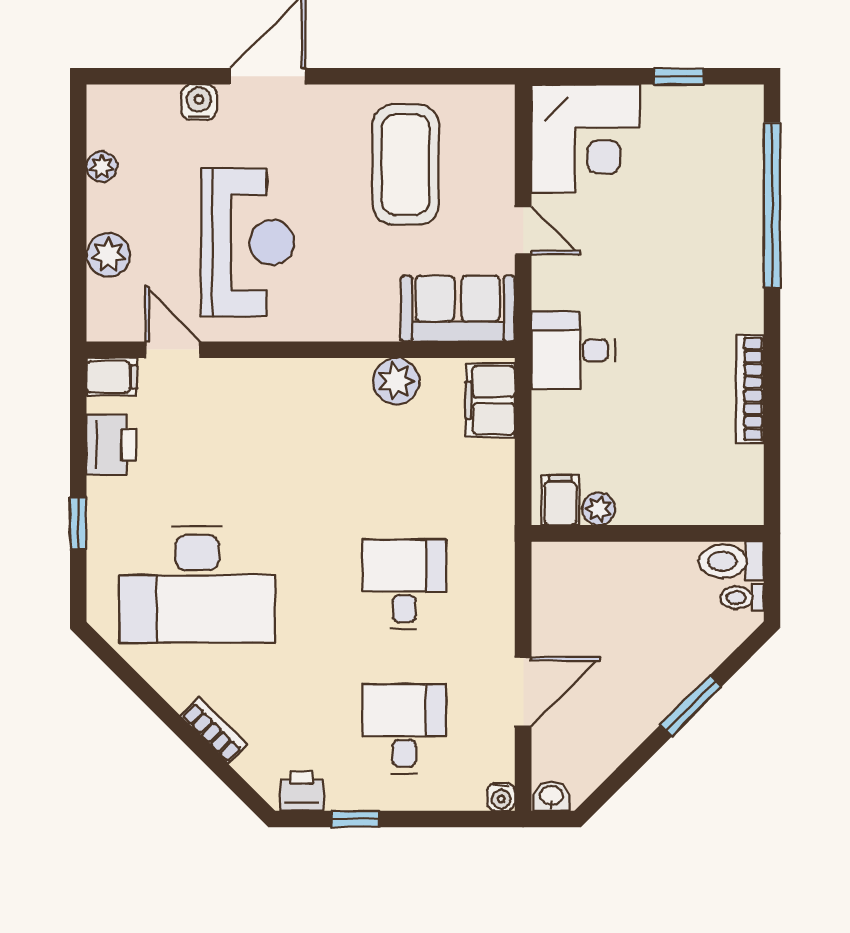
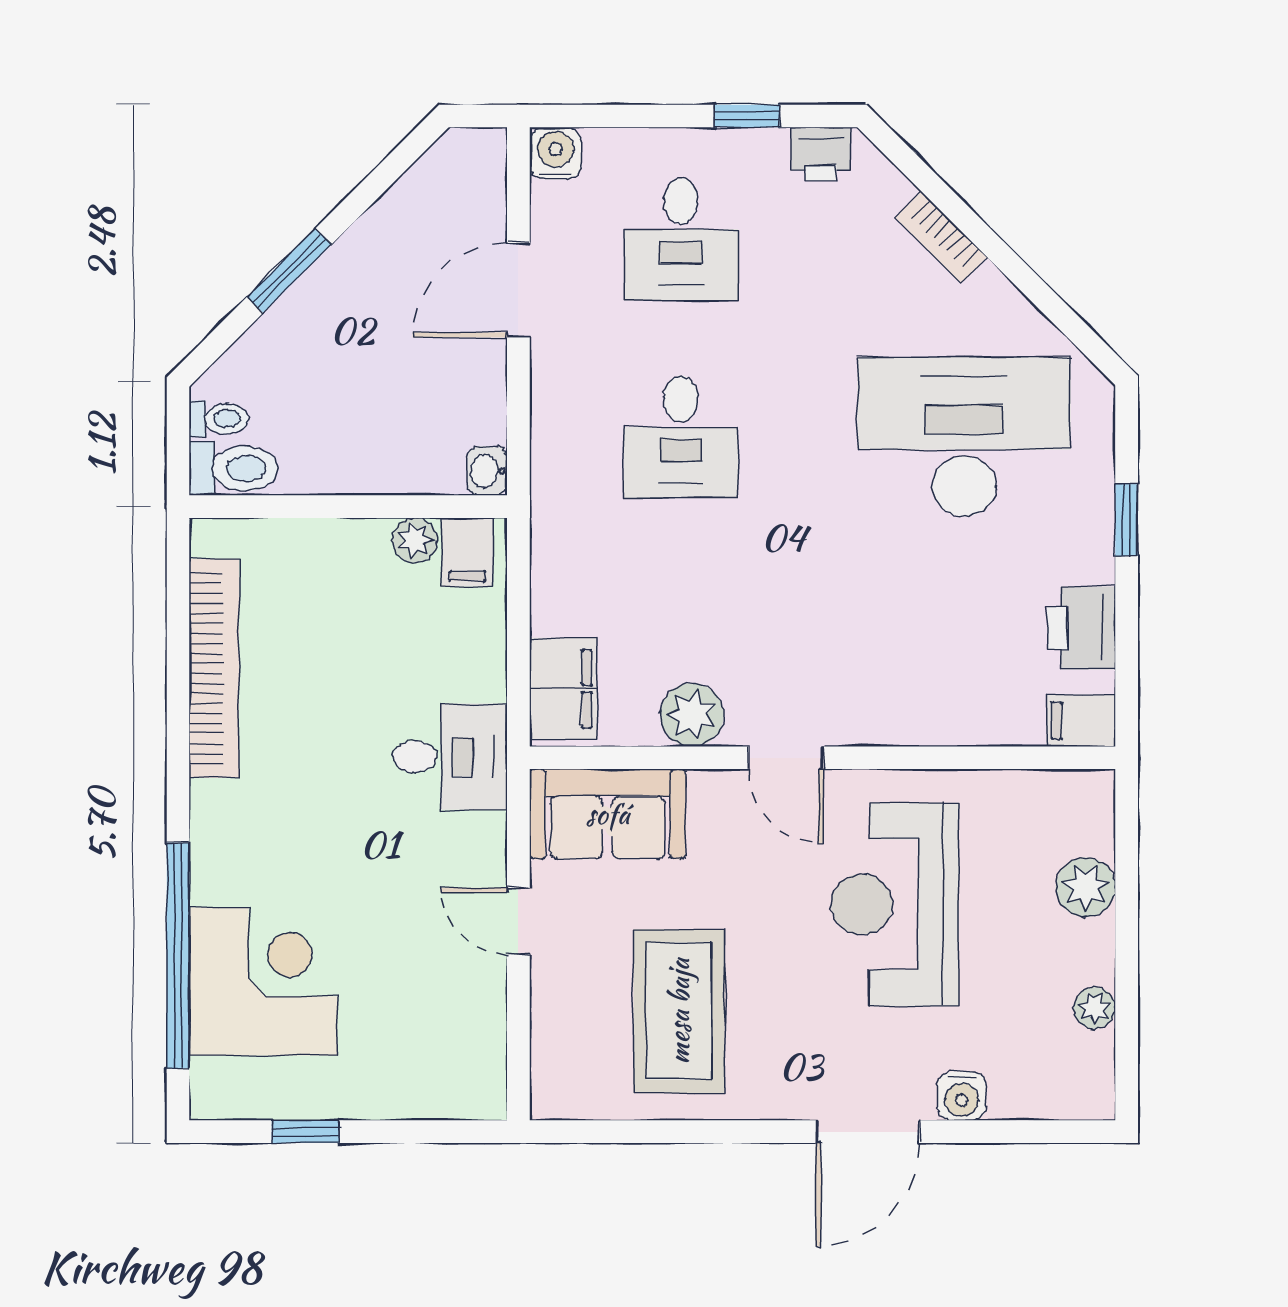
corner desk: (585, 139) -> (263, 981), moved, turned 90
door: (173, 350) -> (786, 758), moved
bookcase: (750, 389) -> (214, 668), width x1.48, depth x1.31
washbasin: (551, 796) -> (487, 471), moved, turned 90
water cooler: (501, 797) -> (556, 153), width x1.38, depth x1.38

